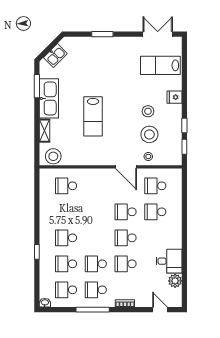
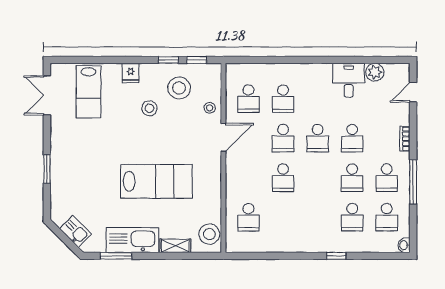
lab bench: (93, 116) -> (156, 181), width x1.36, depth x1.39
stool: (149, 134) -> (179, 88), moved
school desk: (66, 238) -> (283, 178), moved

